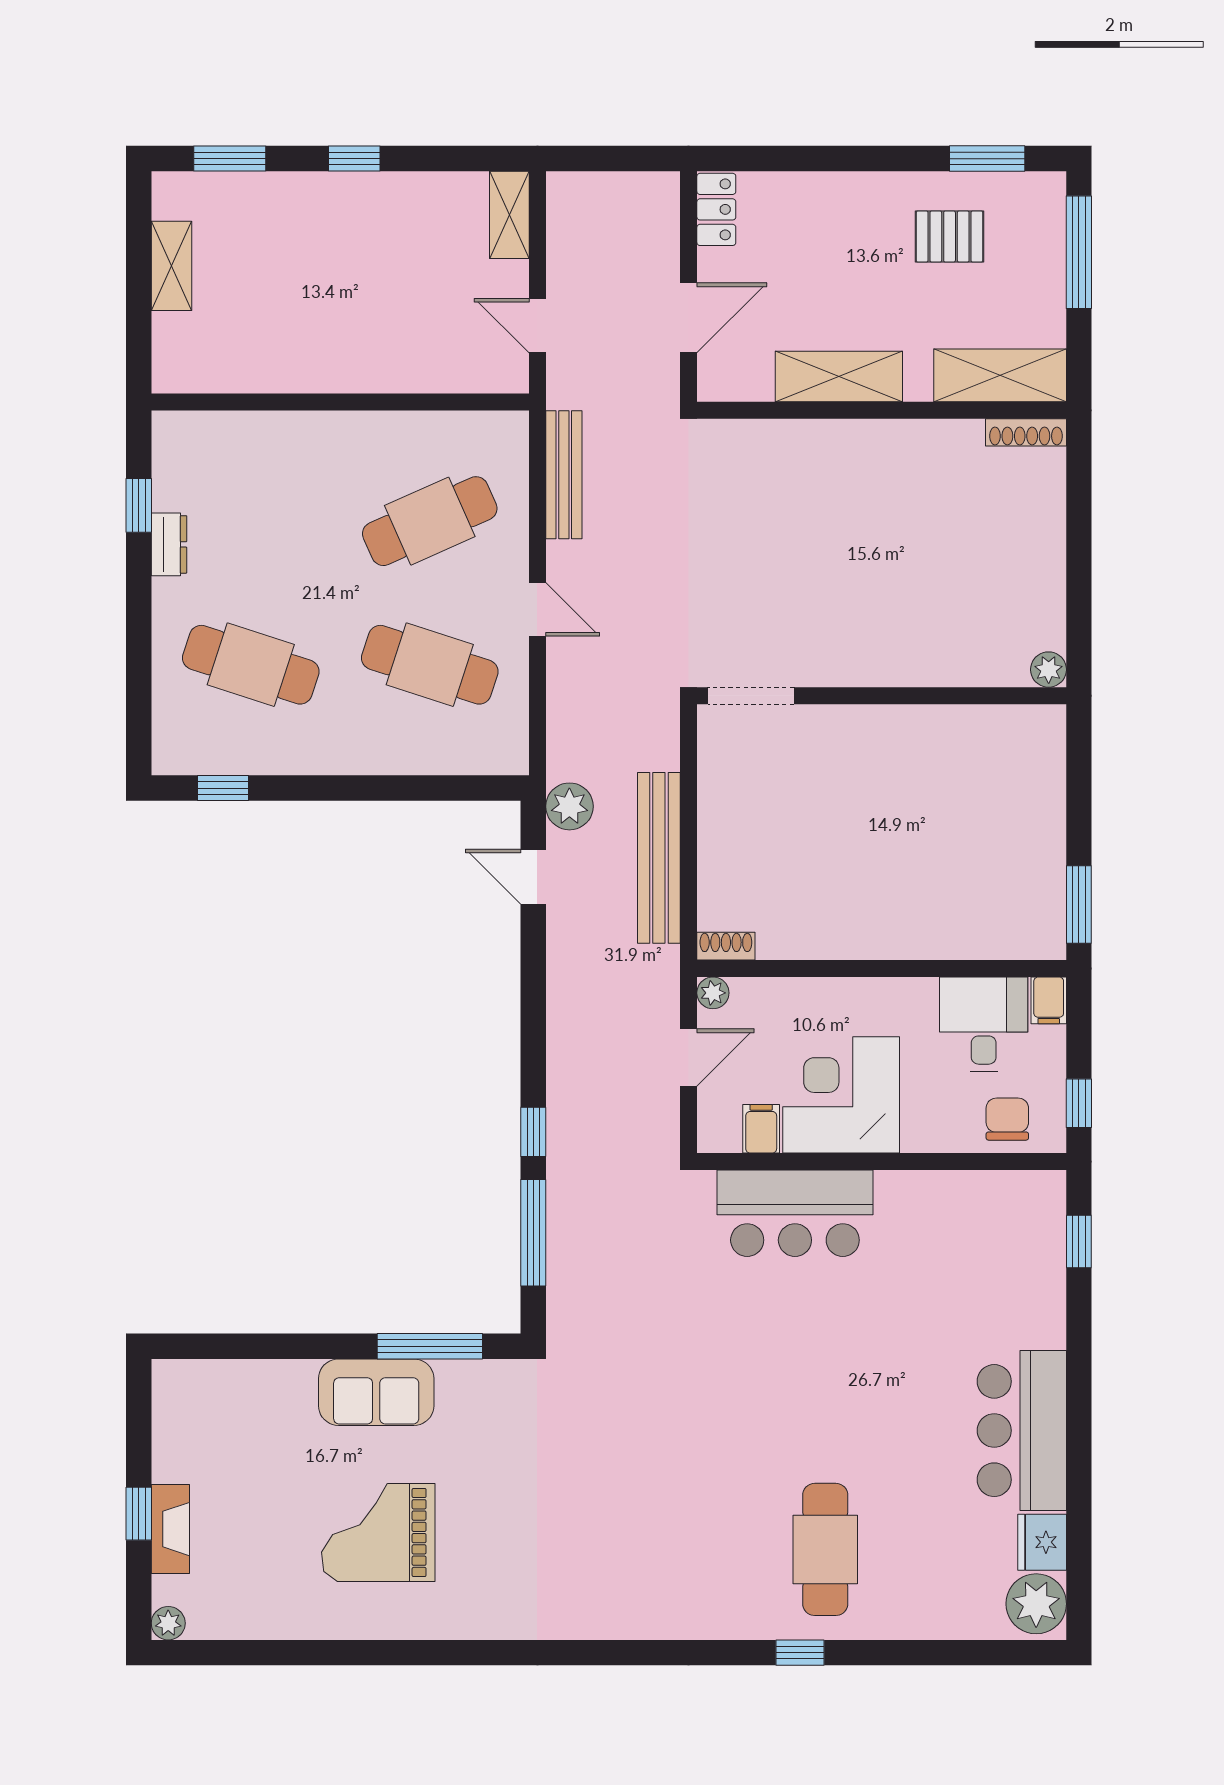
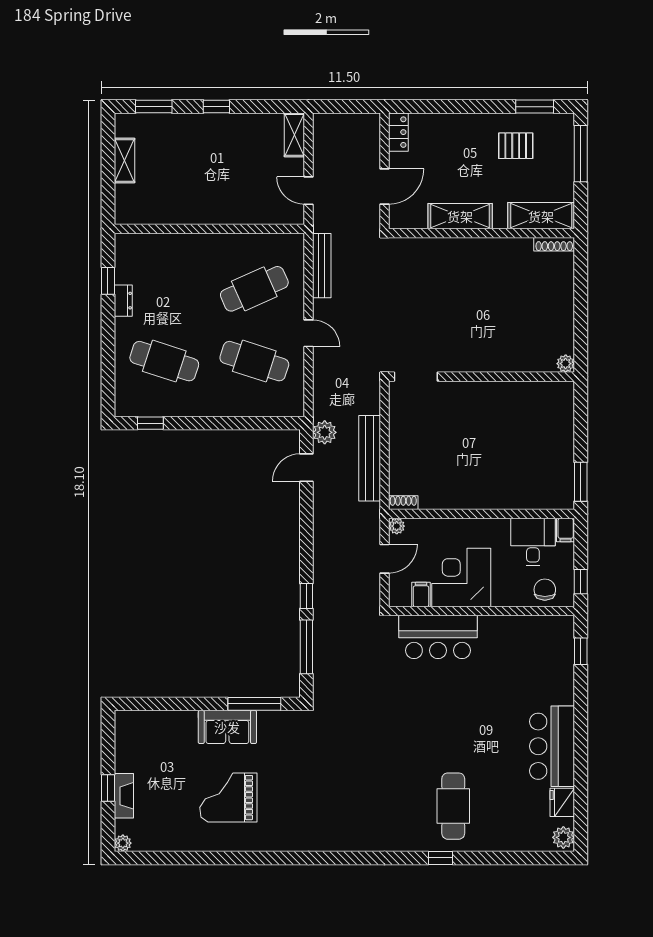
door: (533, 877) -> (306, 468), hinge flipped
plant: (1036, 1604) -> (563, 837), width x0.73, depth x0.73

